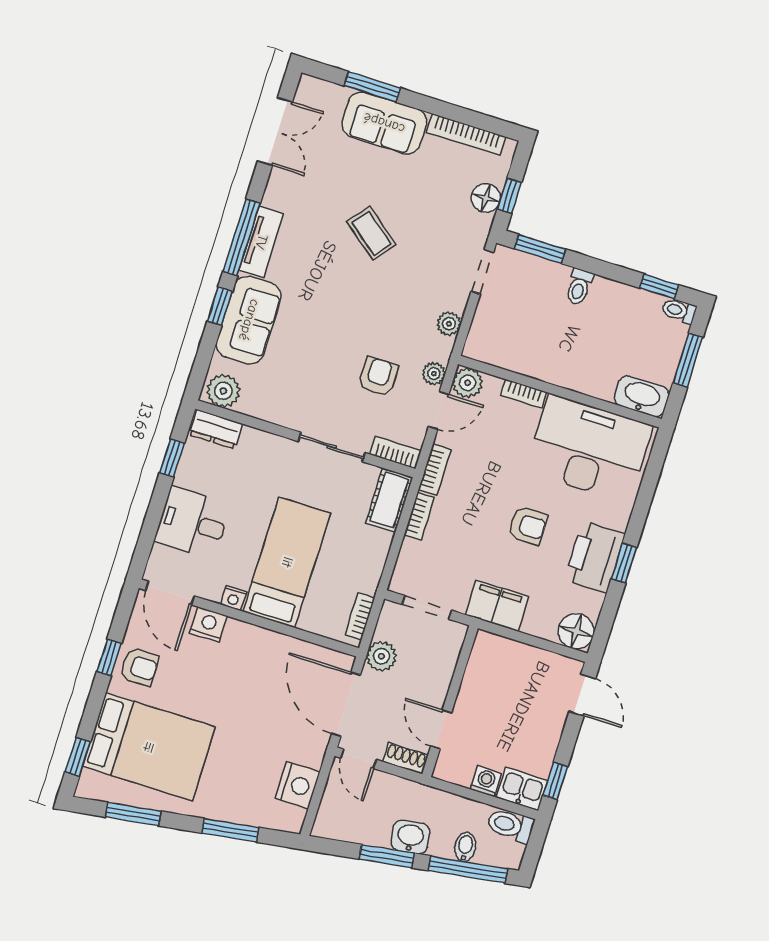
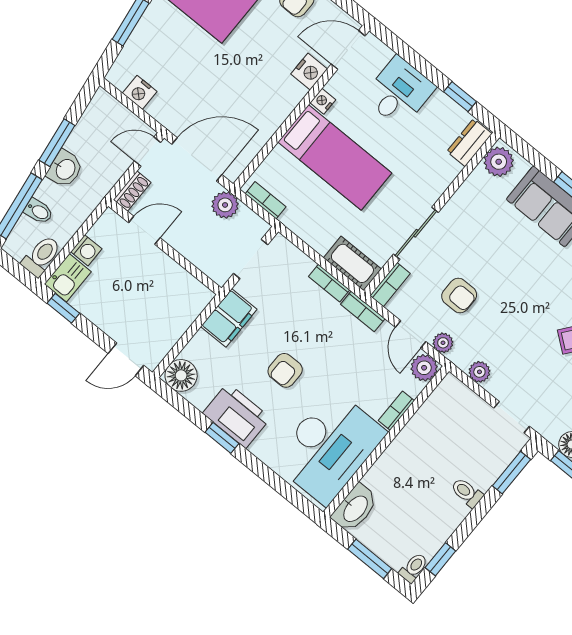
nightstand: (298, 785) -> (140, 92), width x0.74, depth x0.75

